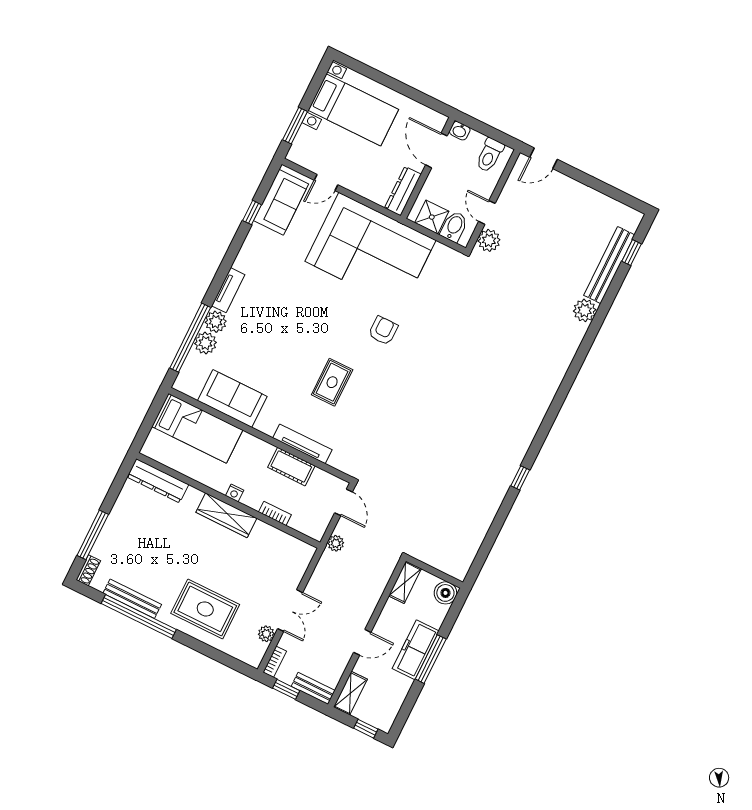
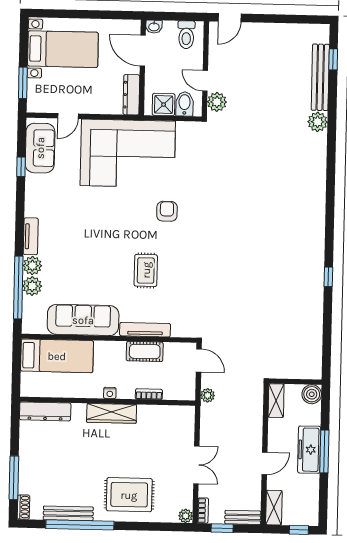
sofa: (232, 399) -> (83, 320), width x1.36
plant: (266, 634) -> (186, 516), moved

